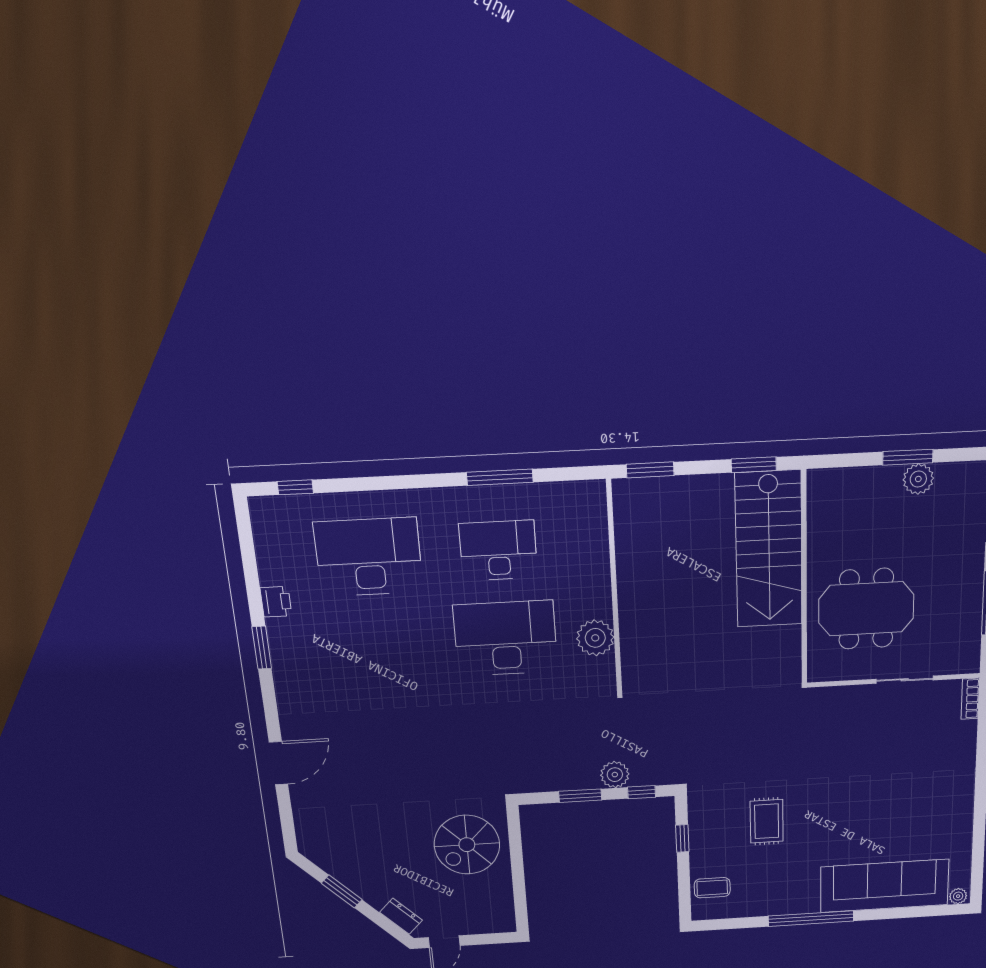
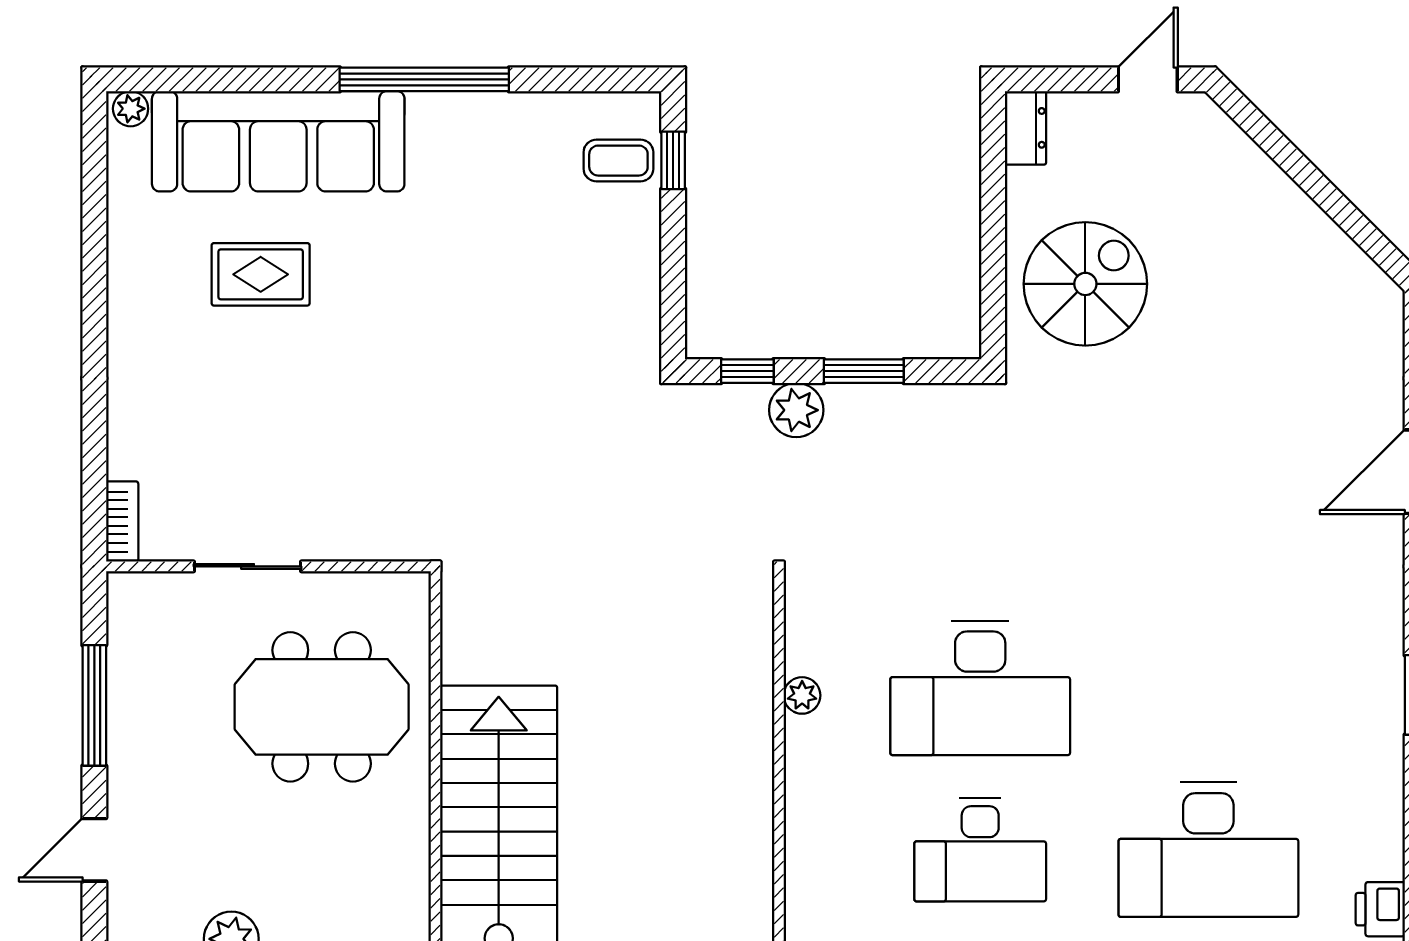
printer: (276, 602) -> (1380, 909), moved
plant: (595, 638) -> (802, 695), width x0.53, depth x0.53
rug: (767, 821) -> (261, 274), moved, turned 90
window: (682, 838) -> (673, 160), moved
window: (342, 891) -> (1332, 201), removed
dresser: (401, 916) -> (1026, 128), moved, turned -135

